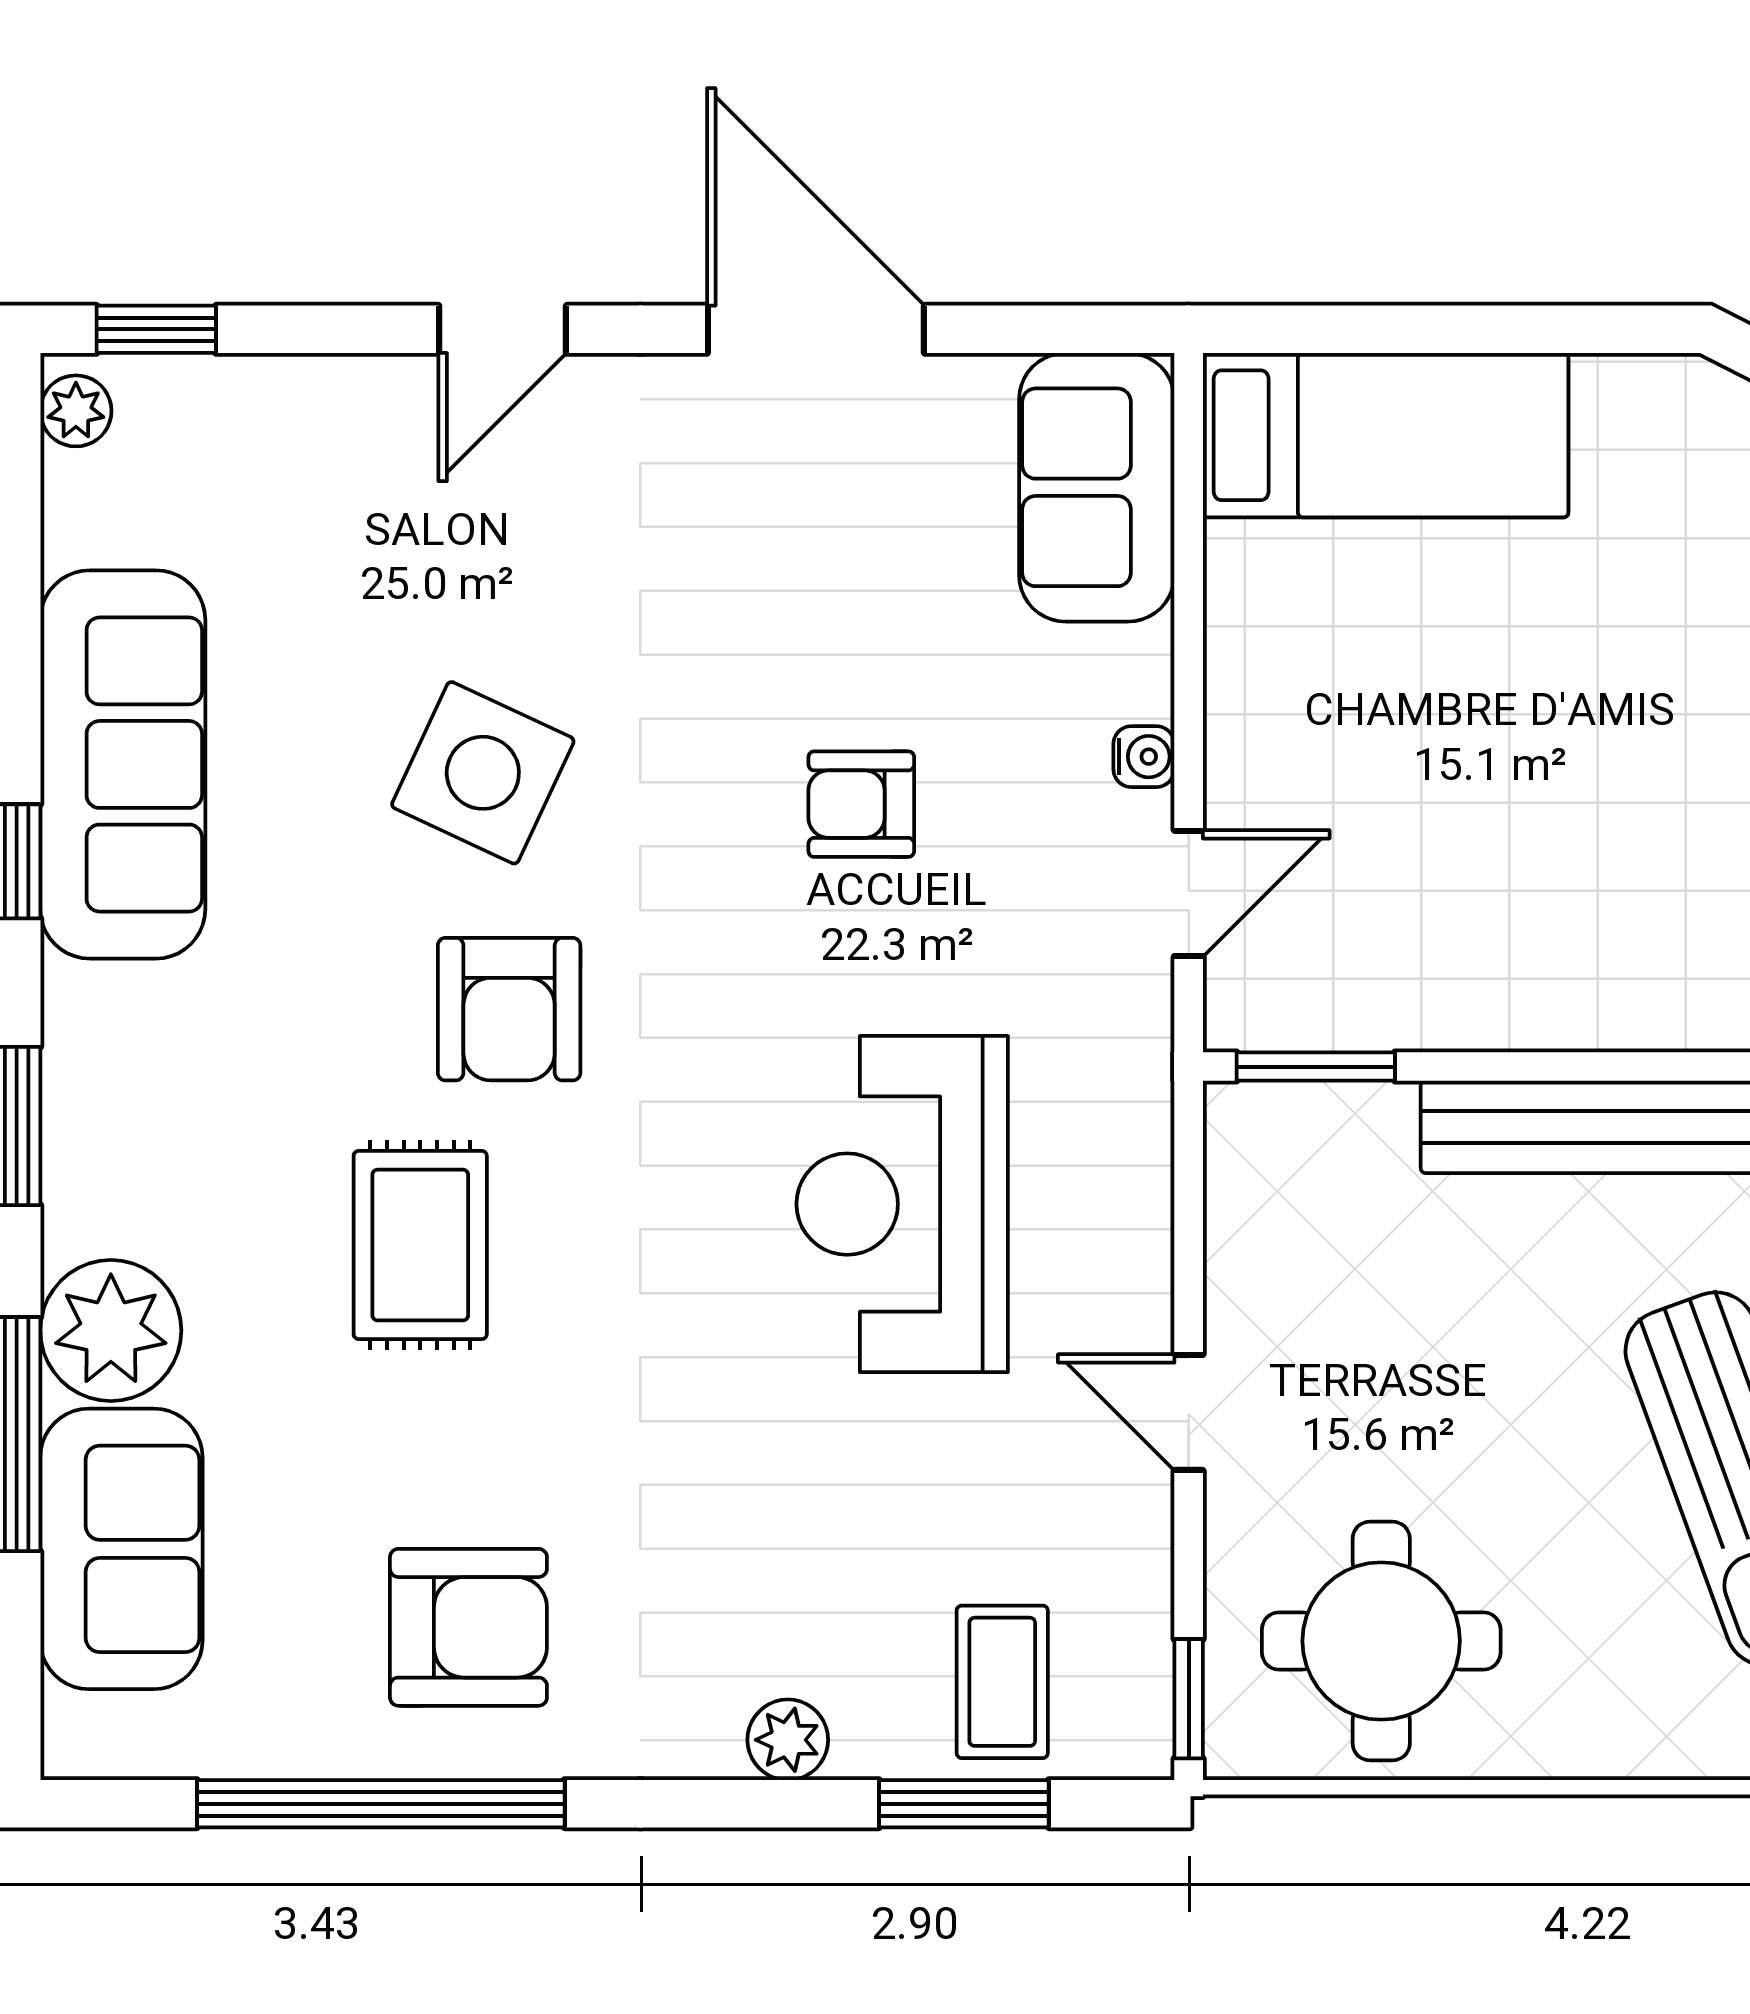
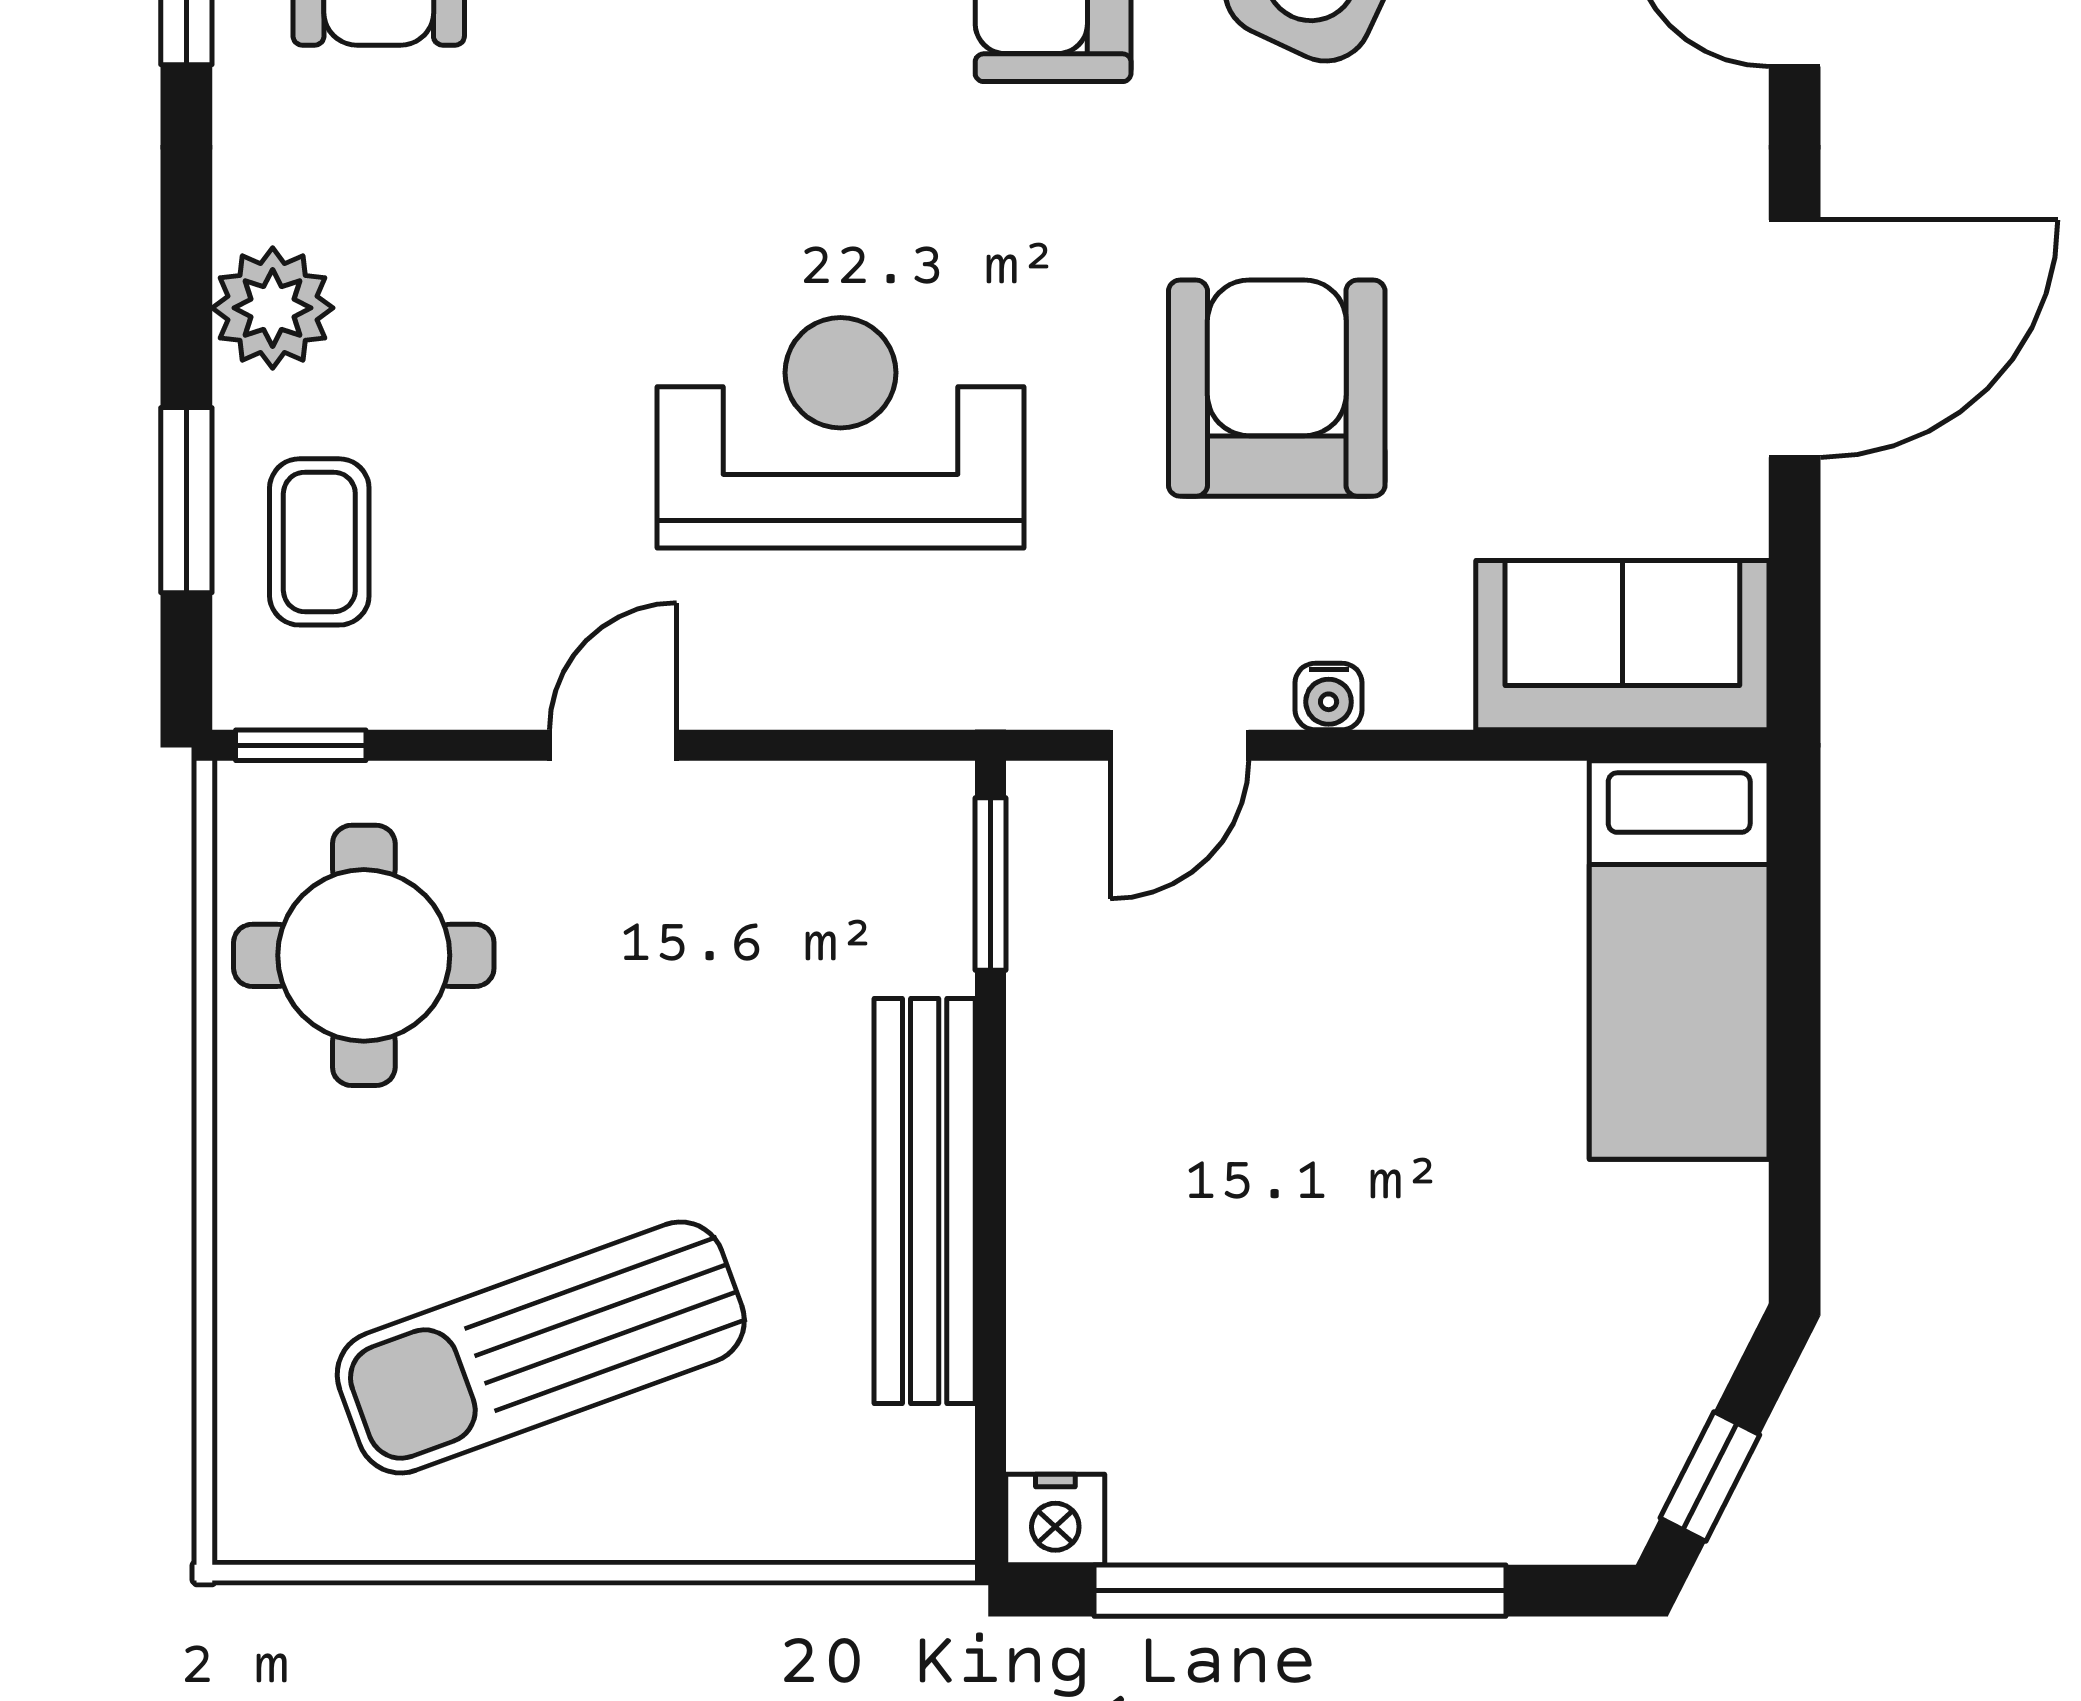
armchair: (861, 804) -> (1277, 388), width x1.88, depth x1.88
door: (1189, 893) -> (1179, 745), hinge flipped
coffee table: (1002, 1682) -> (319, 542), turned 90
plant: (788, 1740) -> (273, 308), width x1.38, depth x1.38

